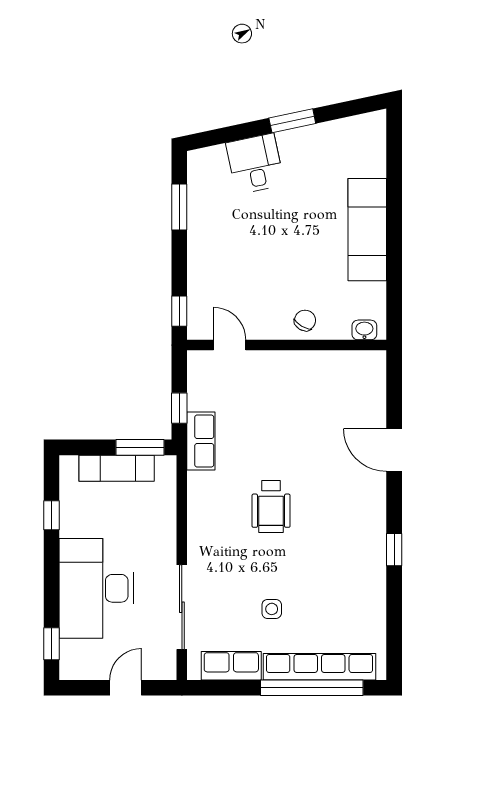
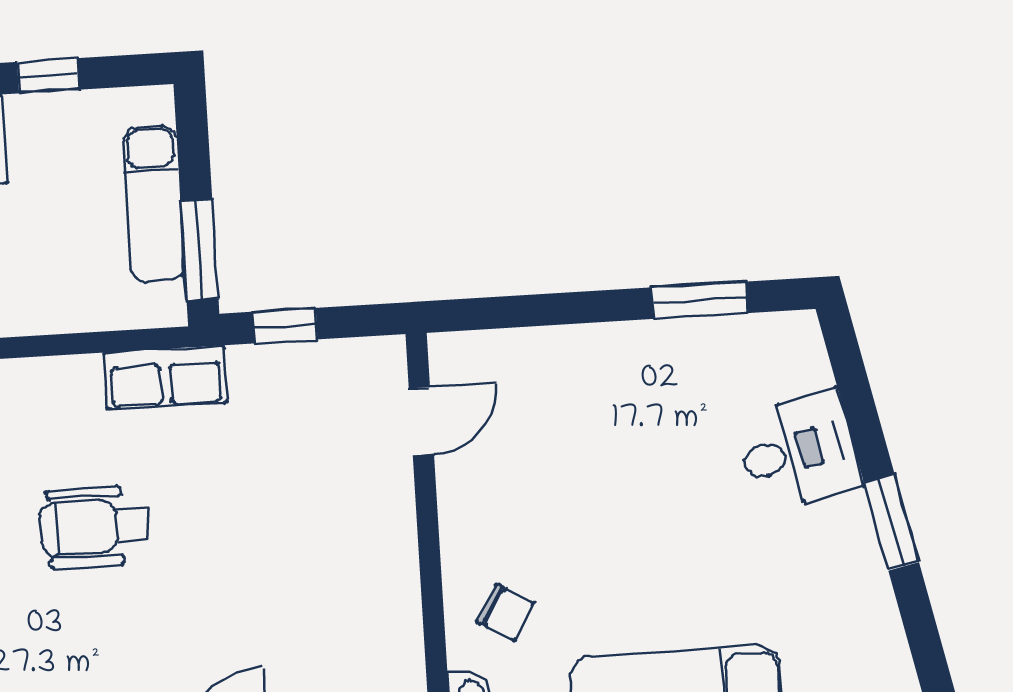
window: (179, 311) -> (485, 313), removed
chair: (305, 320) -> (505, 612), moved
row of seats: (201, 441) -> (166, 378), moved

